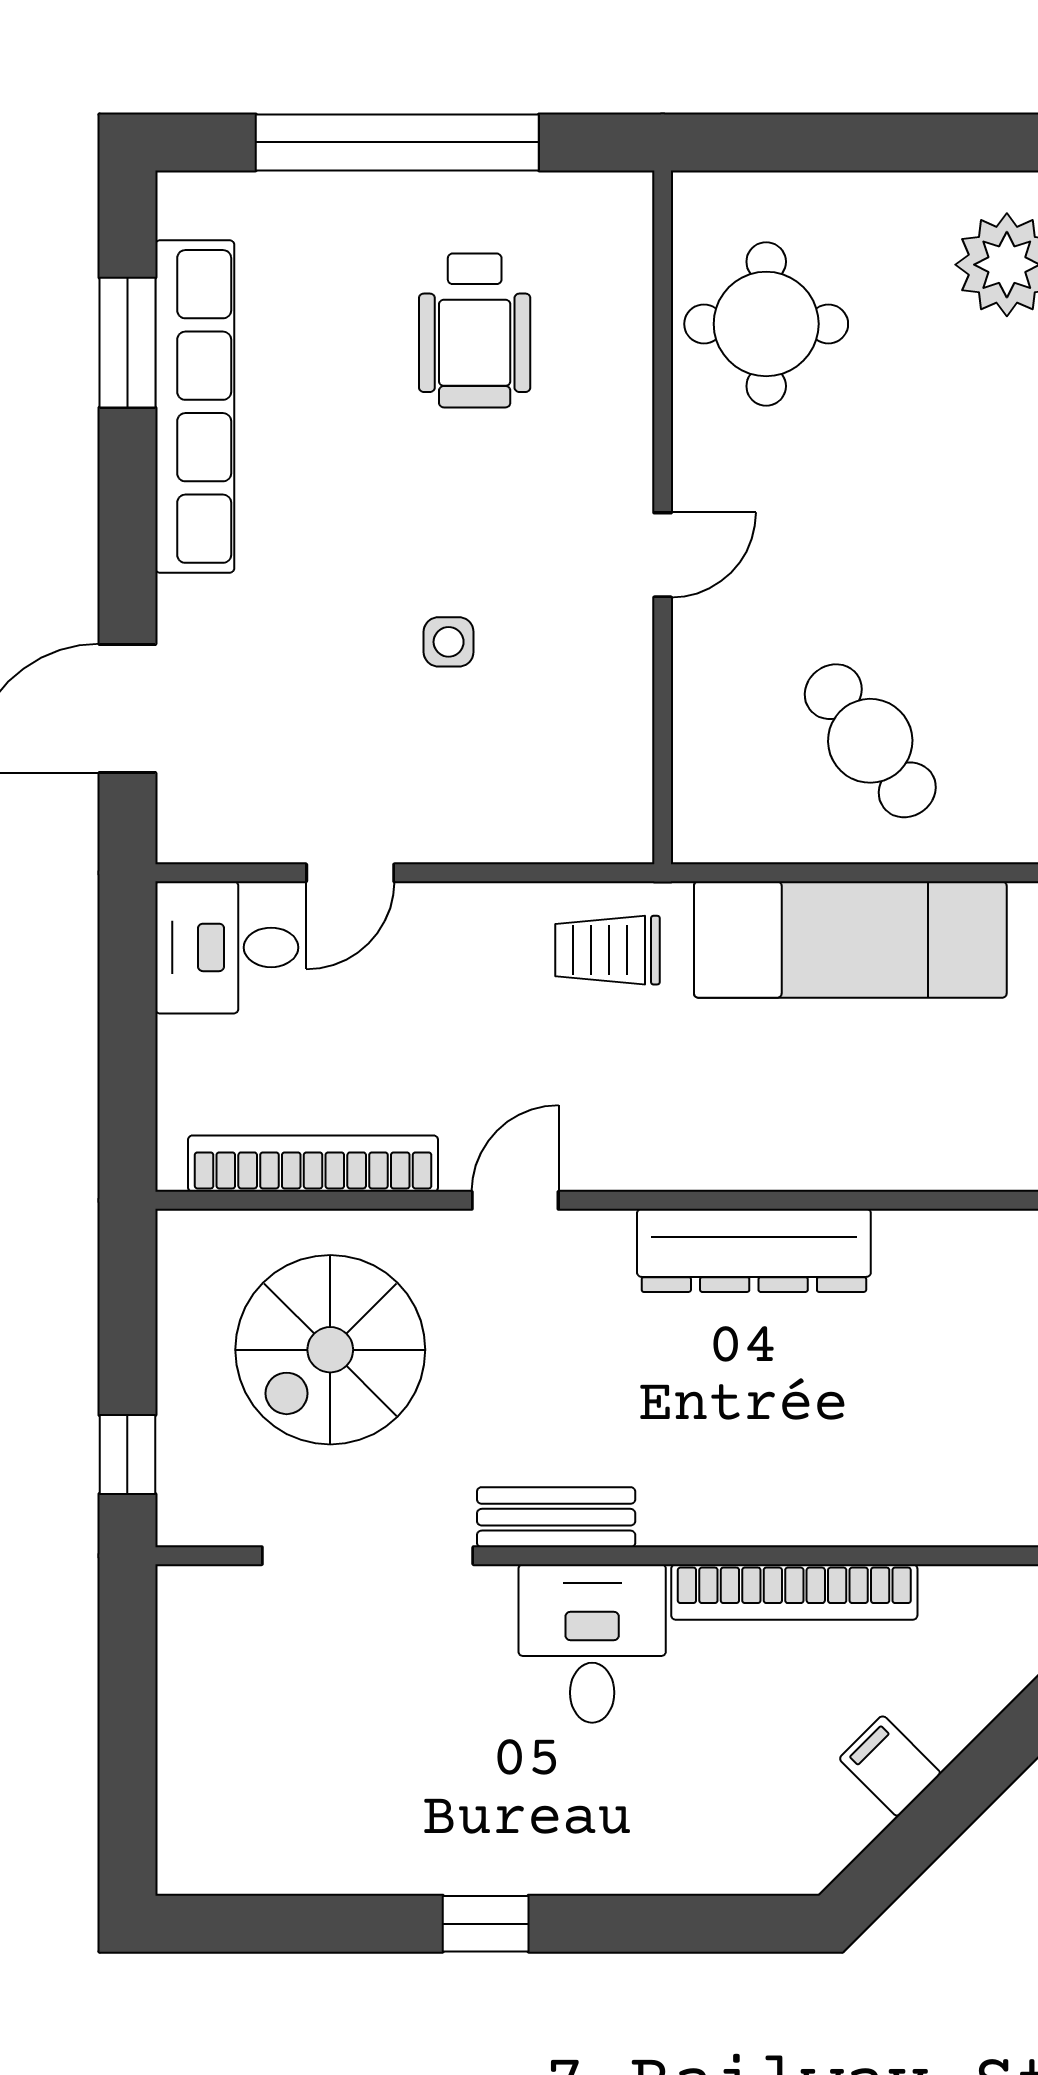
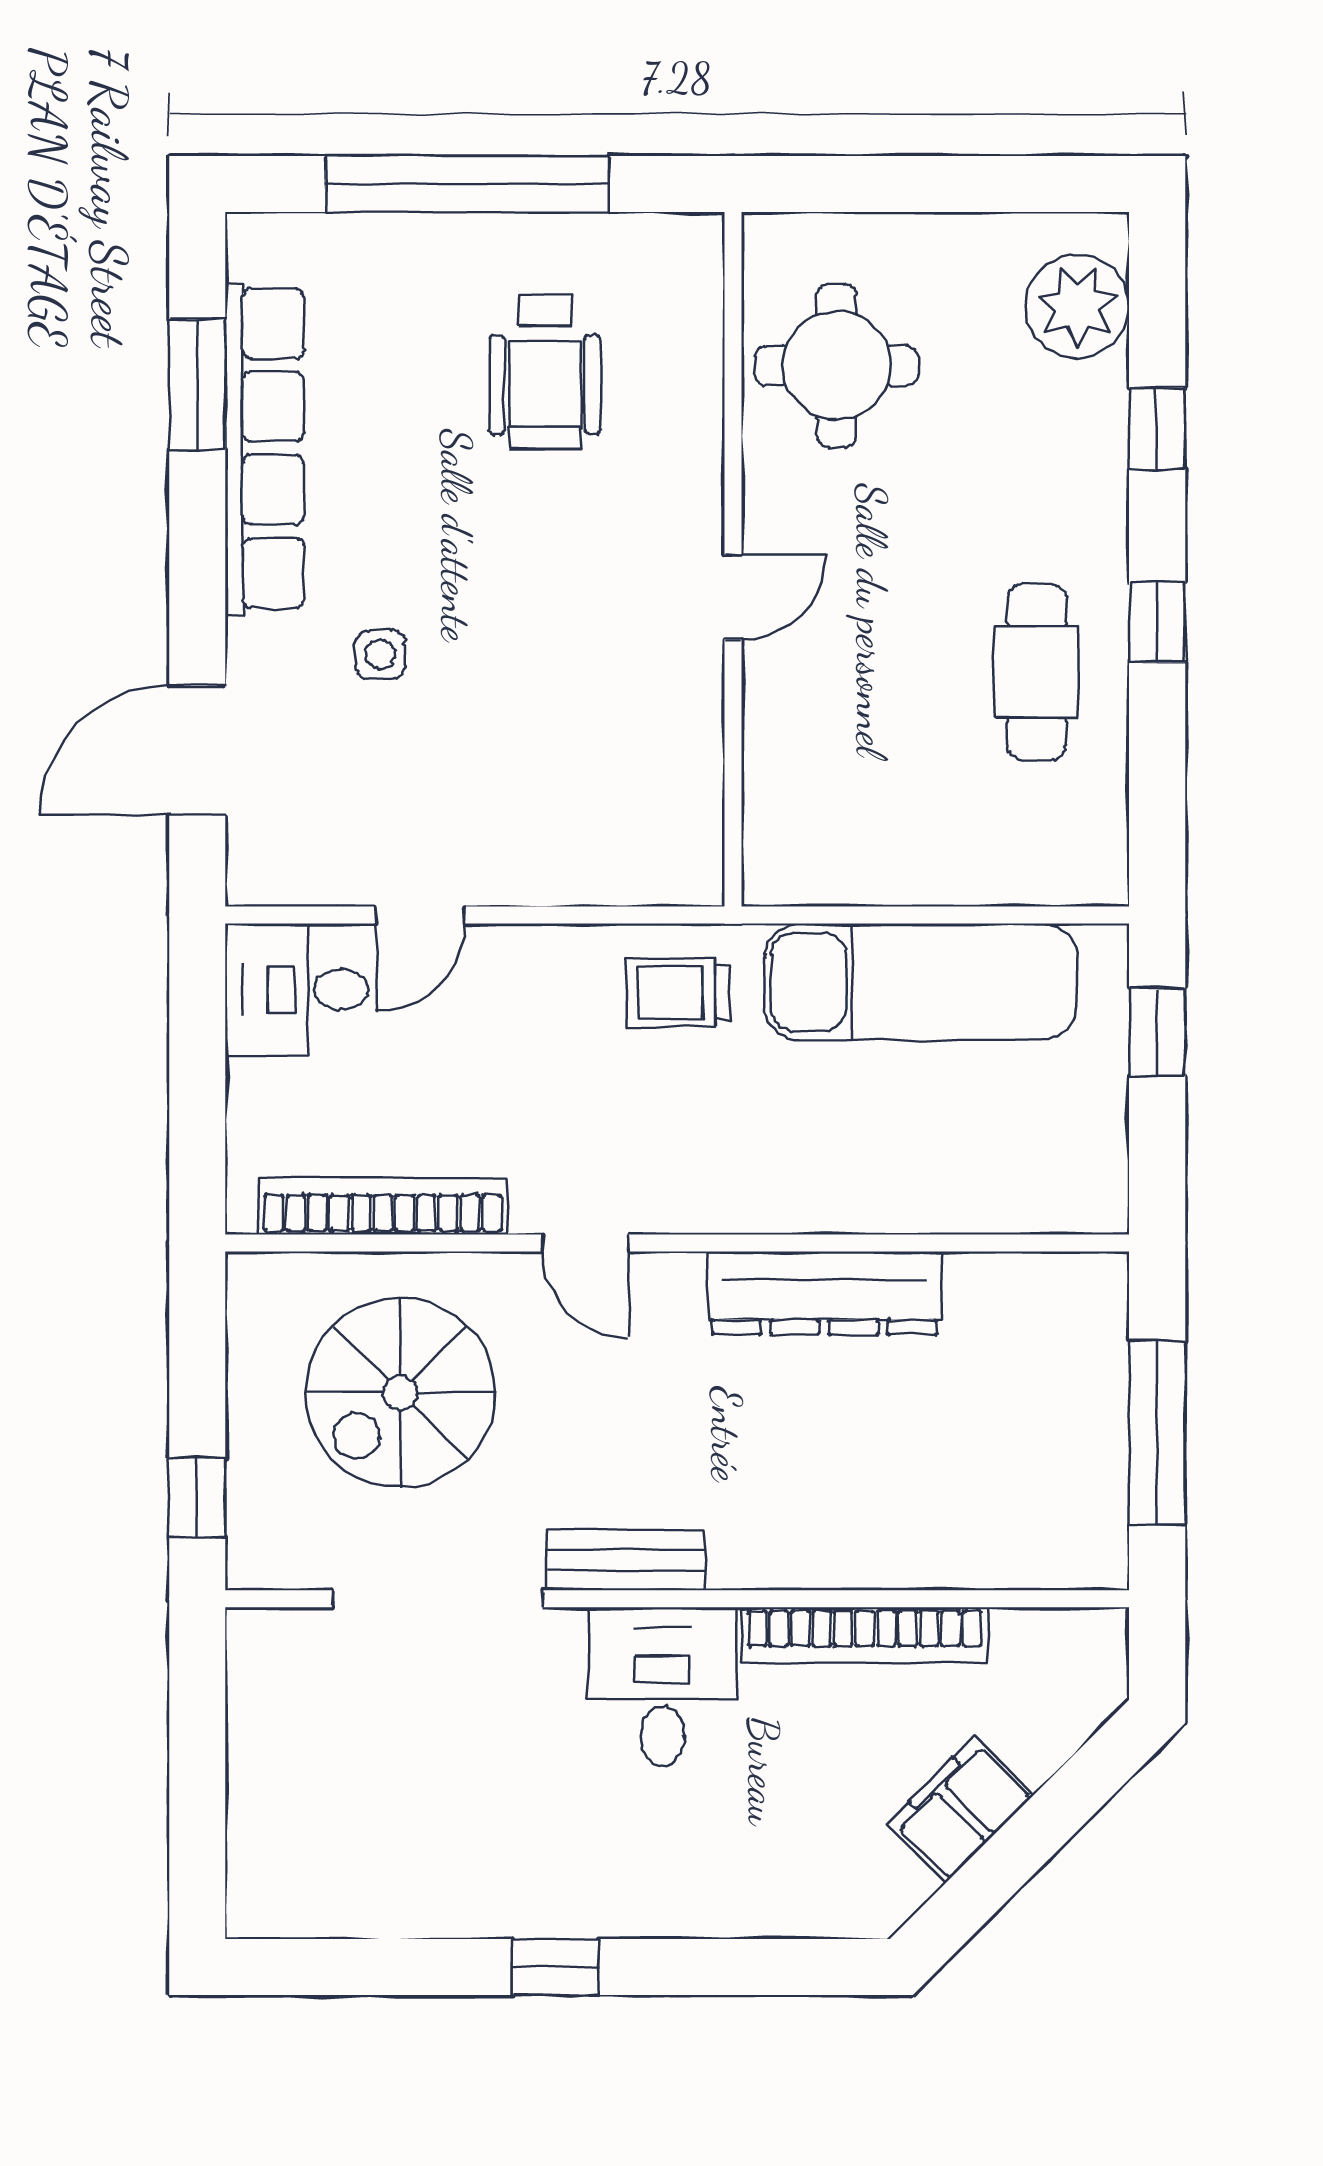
side table: (449, 642) -> (380, 655), moved
cafe table: (870, 741) -> (1037, 672), moved, turned 37
door: (515, 1200) -> (585, 1243), swing flipped
filing cabinet: (890, 1766) -> (961, 1809), width x2.00

